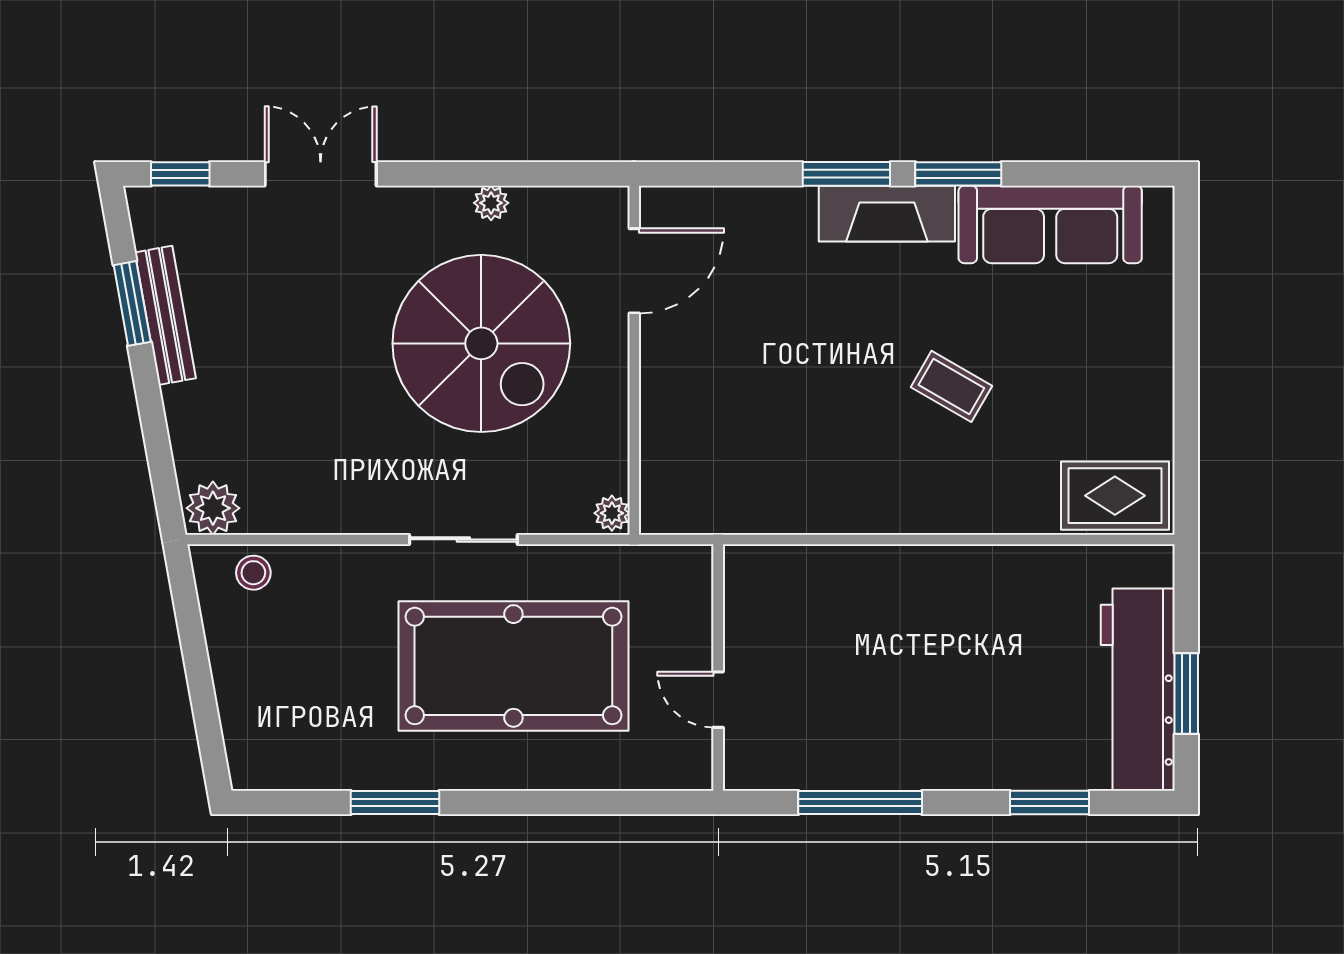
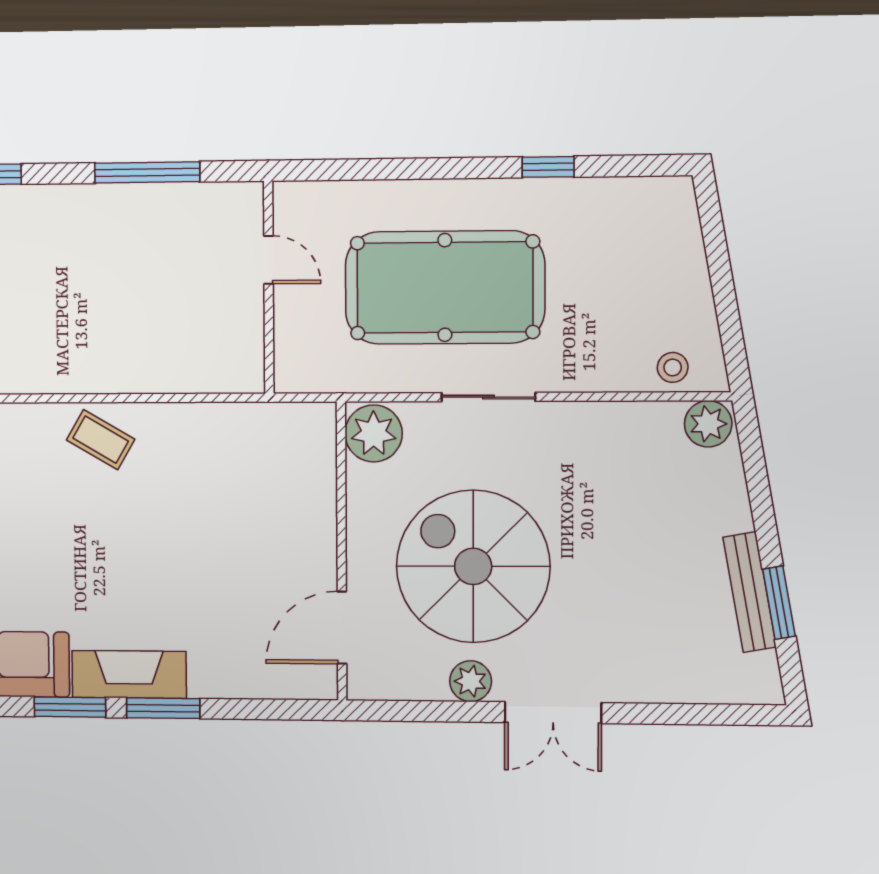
window: (180, 174) -> (736, 715), removed
double door: (321, 174) -> (553, 713), moved
plant: (491, 203) -> (471, 681), width x1.38, depth x1.38
coffee table: (951, 386) -> (101, 440), moved
plant: (612, 513) -> (374, 433), width x1.87, depth x1.87
window: (395, 803) -> (548, 167), width x0.67

